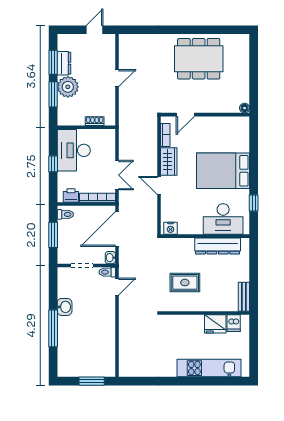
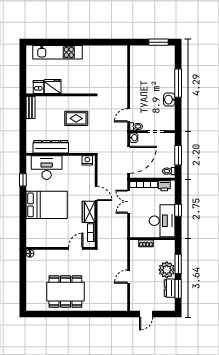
window: (92, 381) -> (158, 42), moved

